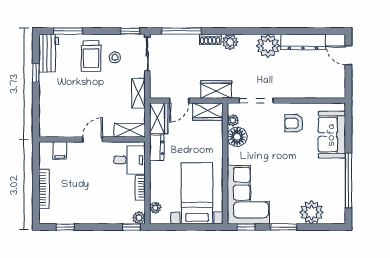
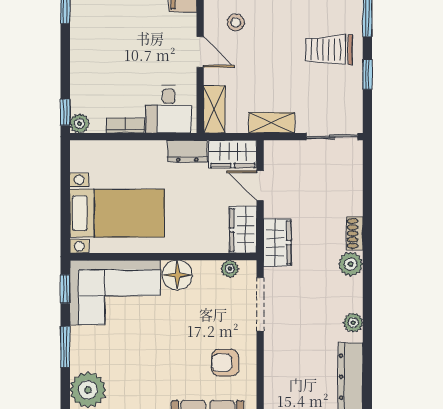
window: (130, 31) -> (367, 74), moved
window: (181, 31) -> (367, 189), removed
plant: (268, 46) -> (353, 323), width x0.53, depth x0.53
stool: (115, 57) -> (236, 22), moved
armchair: (294, 123) -> (225, 363), turned -90
floor lamp: (237, 137) -> (177, 275), moved
plant: (155, 208) -> (95, 149), removed

